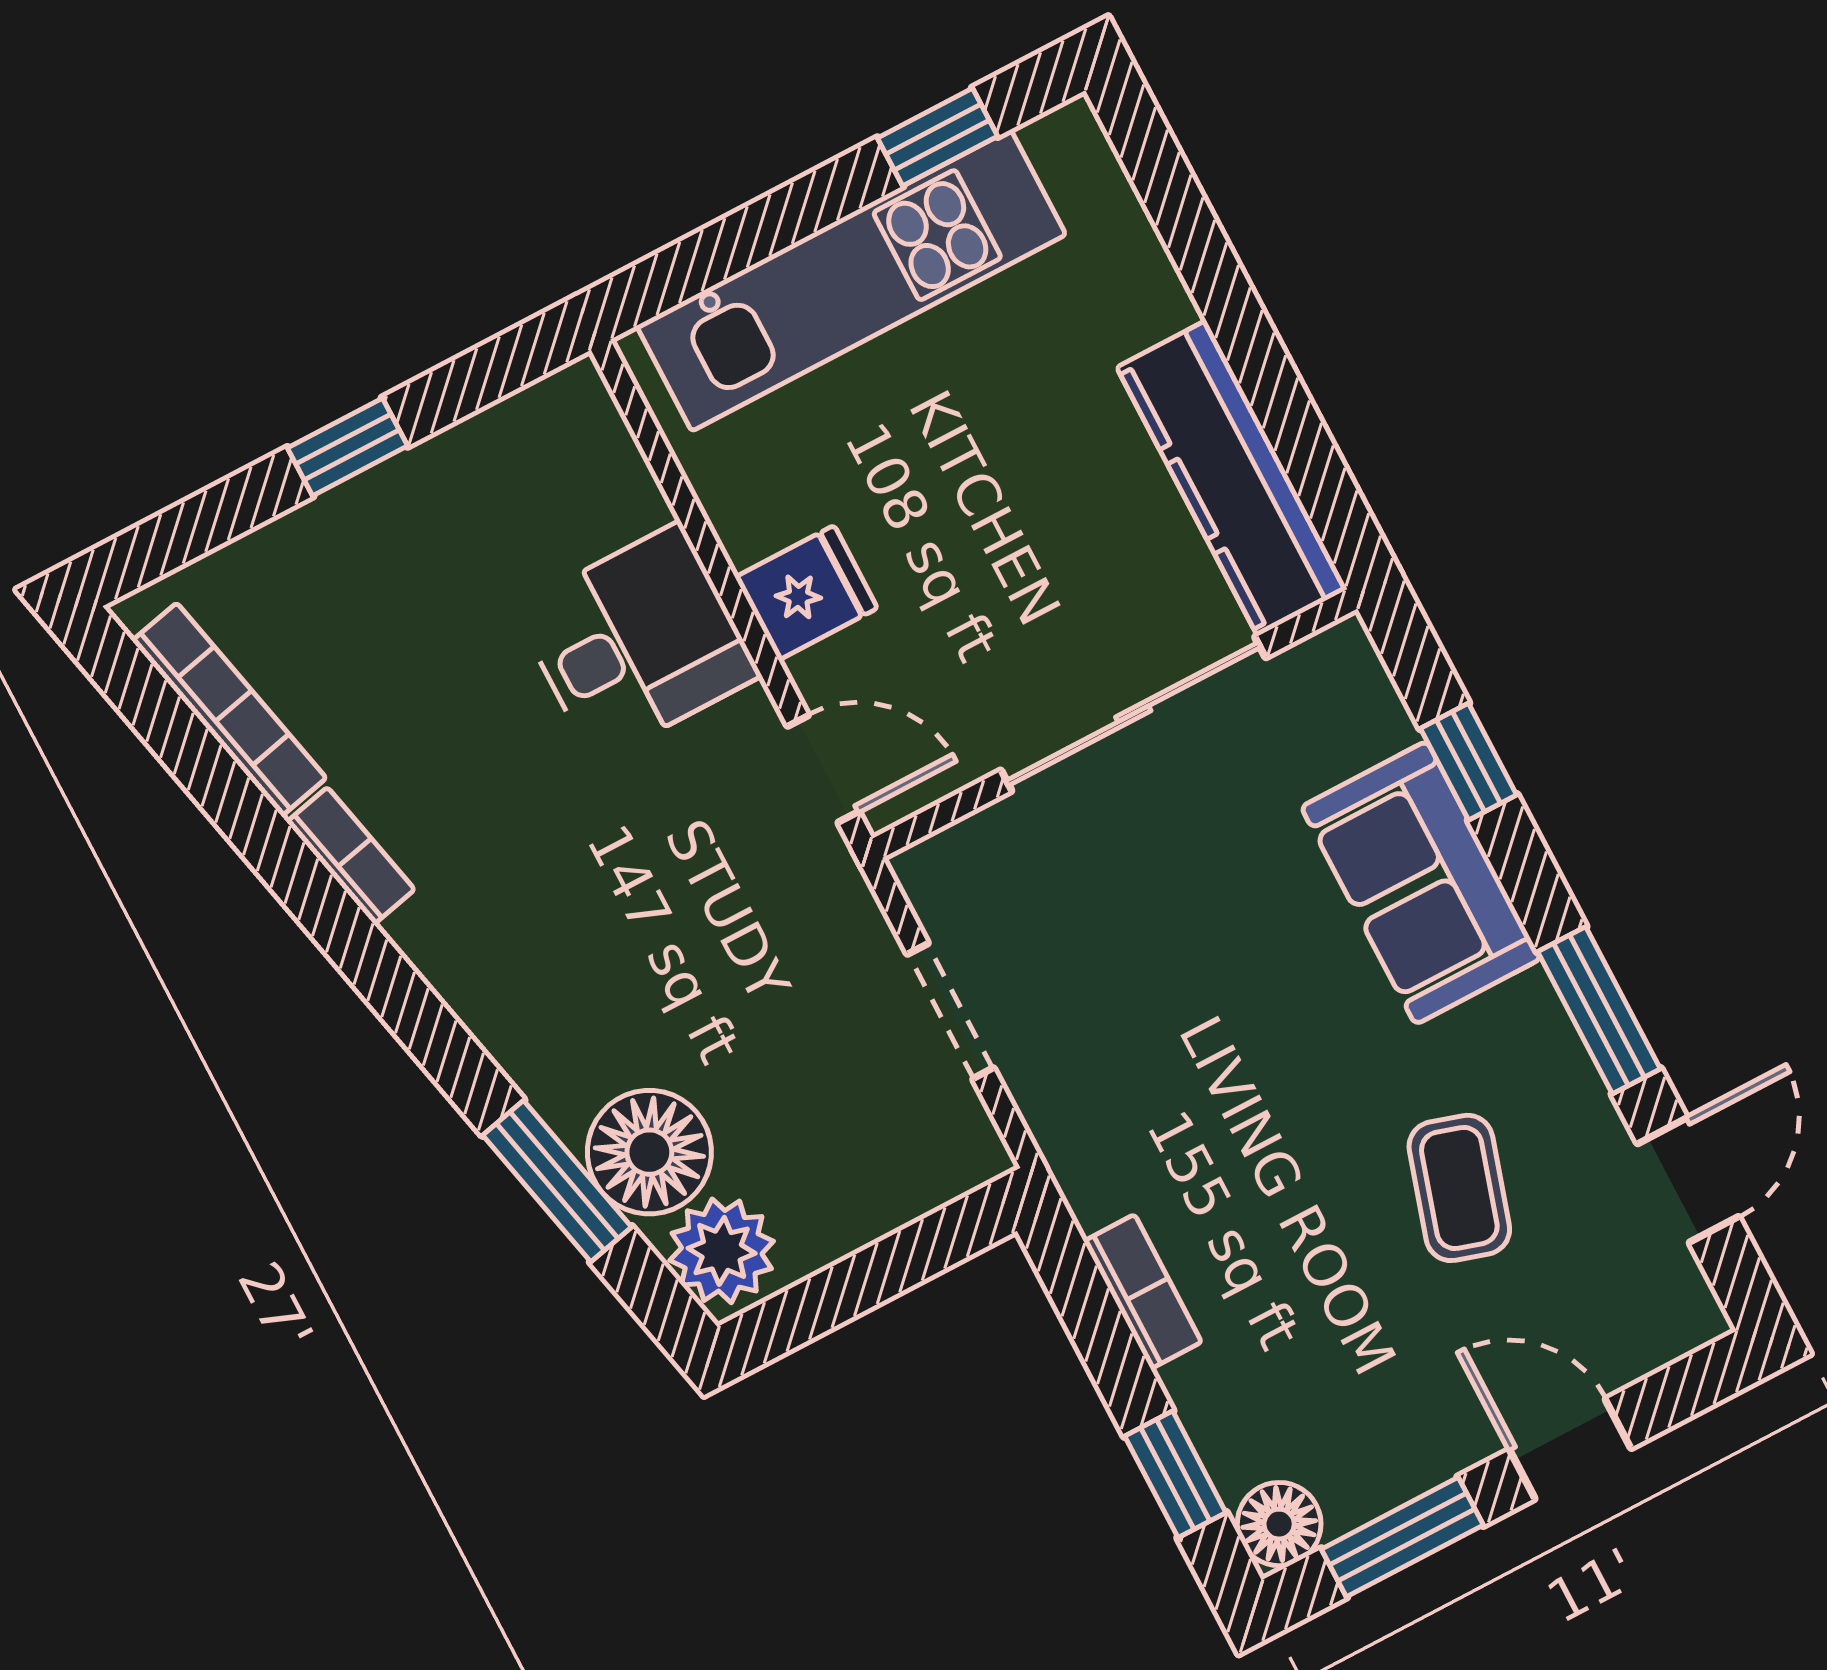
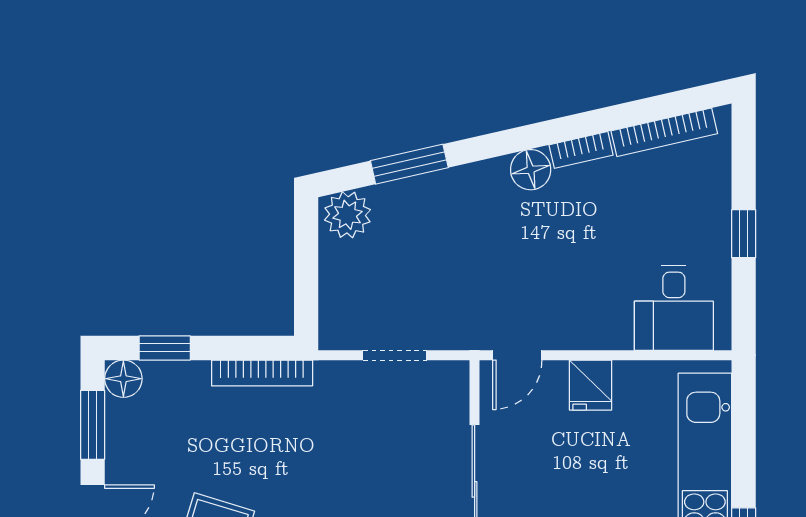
desk: (637, 642) -> (674, 308), moved
floor lamp: (649, 1152) -> (531, 170), moved, width x0.73, depth x0.73
bookcase: (1143, 1292) -> (262, 373), width x1.56

